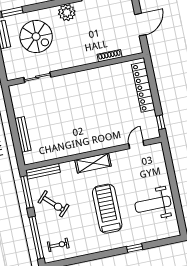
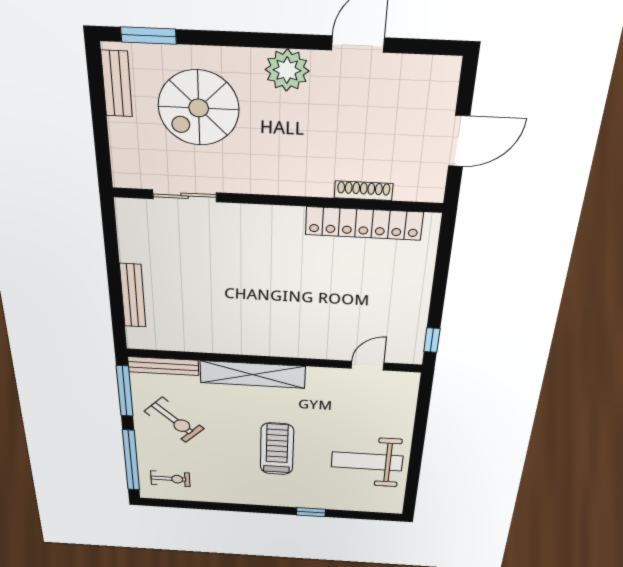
spiral stairs: (36, 37) -> (199, 108), turned 90
locker: (143, 87) -> (364, 223), moved, turned -90
shelving: (93, 163) -> (253, 374), width x1.47
treadmill: (107, 209) -> (277, 449), width x0.73, depth x0.73

